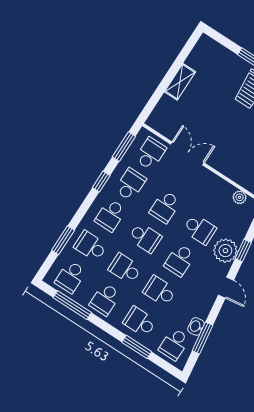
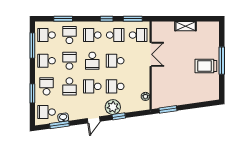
school desk: (200, 229) -> (115, 86), turned 90
school desk: (160, 291) -> (69, 86), turned 180

